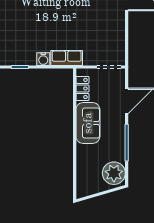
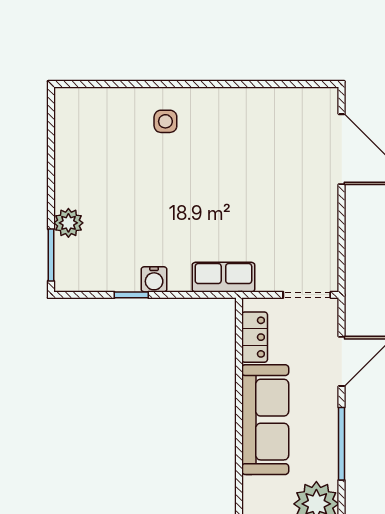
water cooler: (43, 59) -> (154, 279), moved
sofa: (88, 123) -> (265, 420), width x1.36

